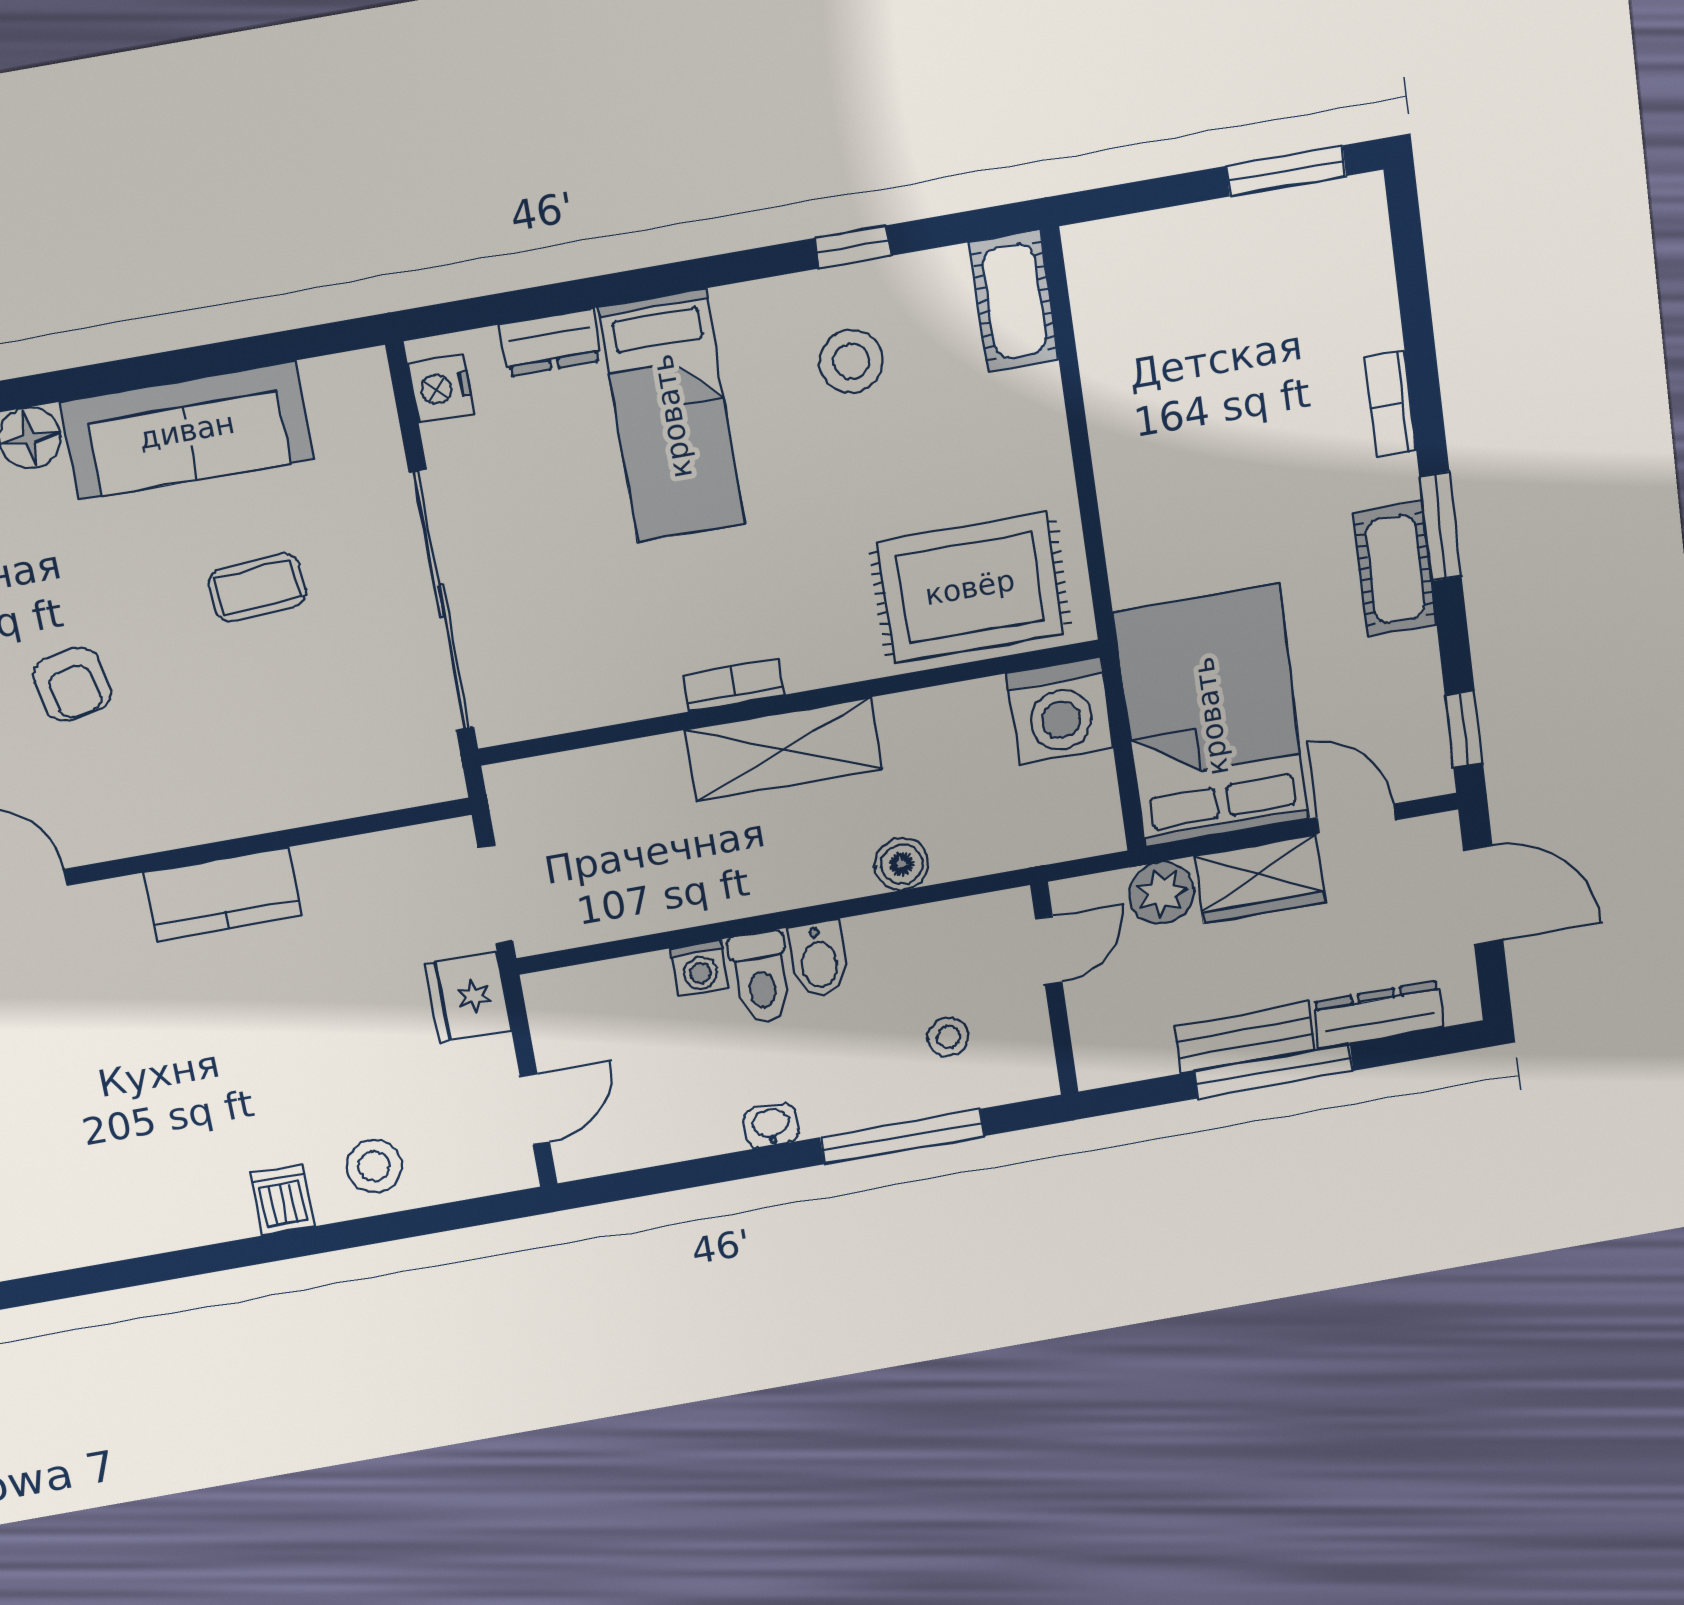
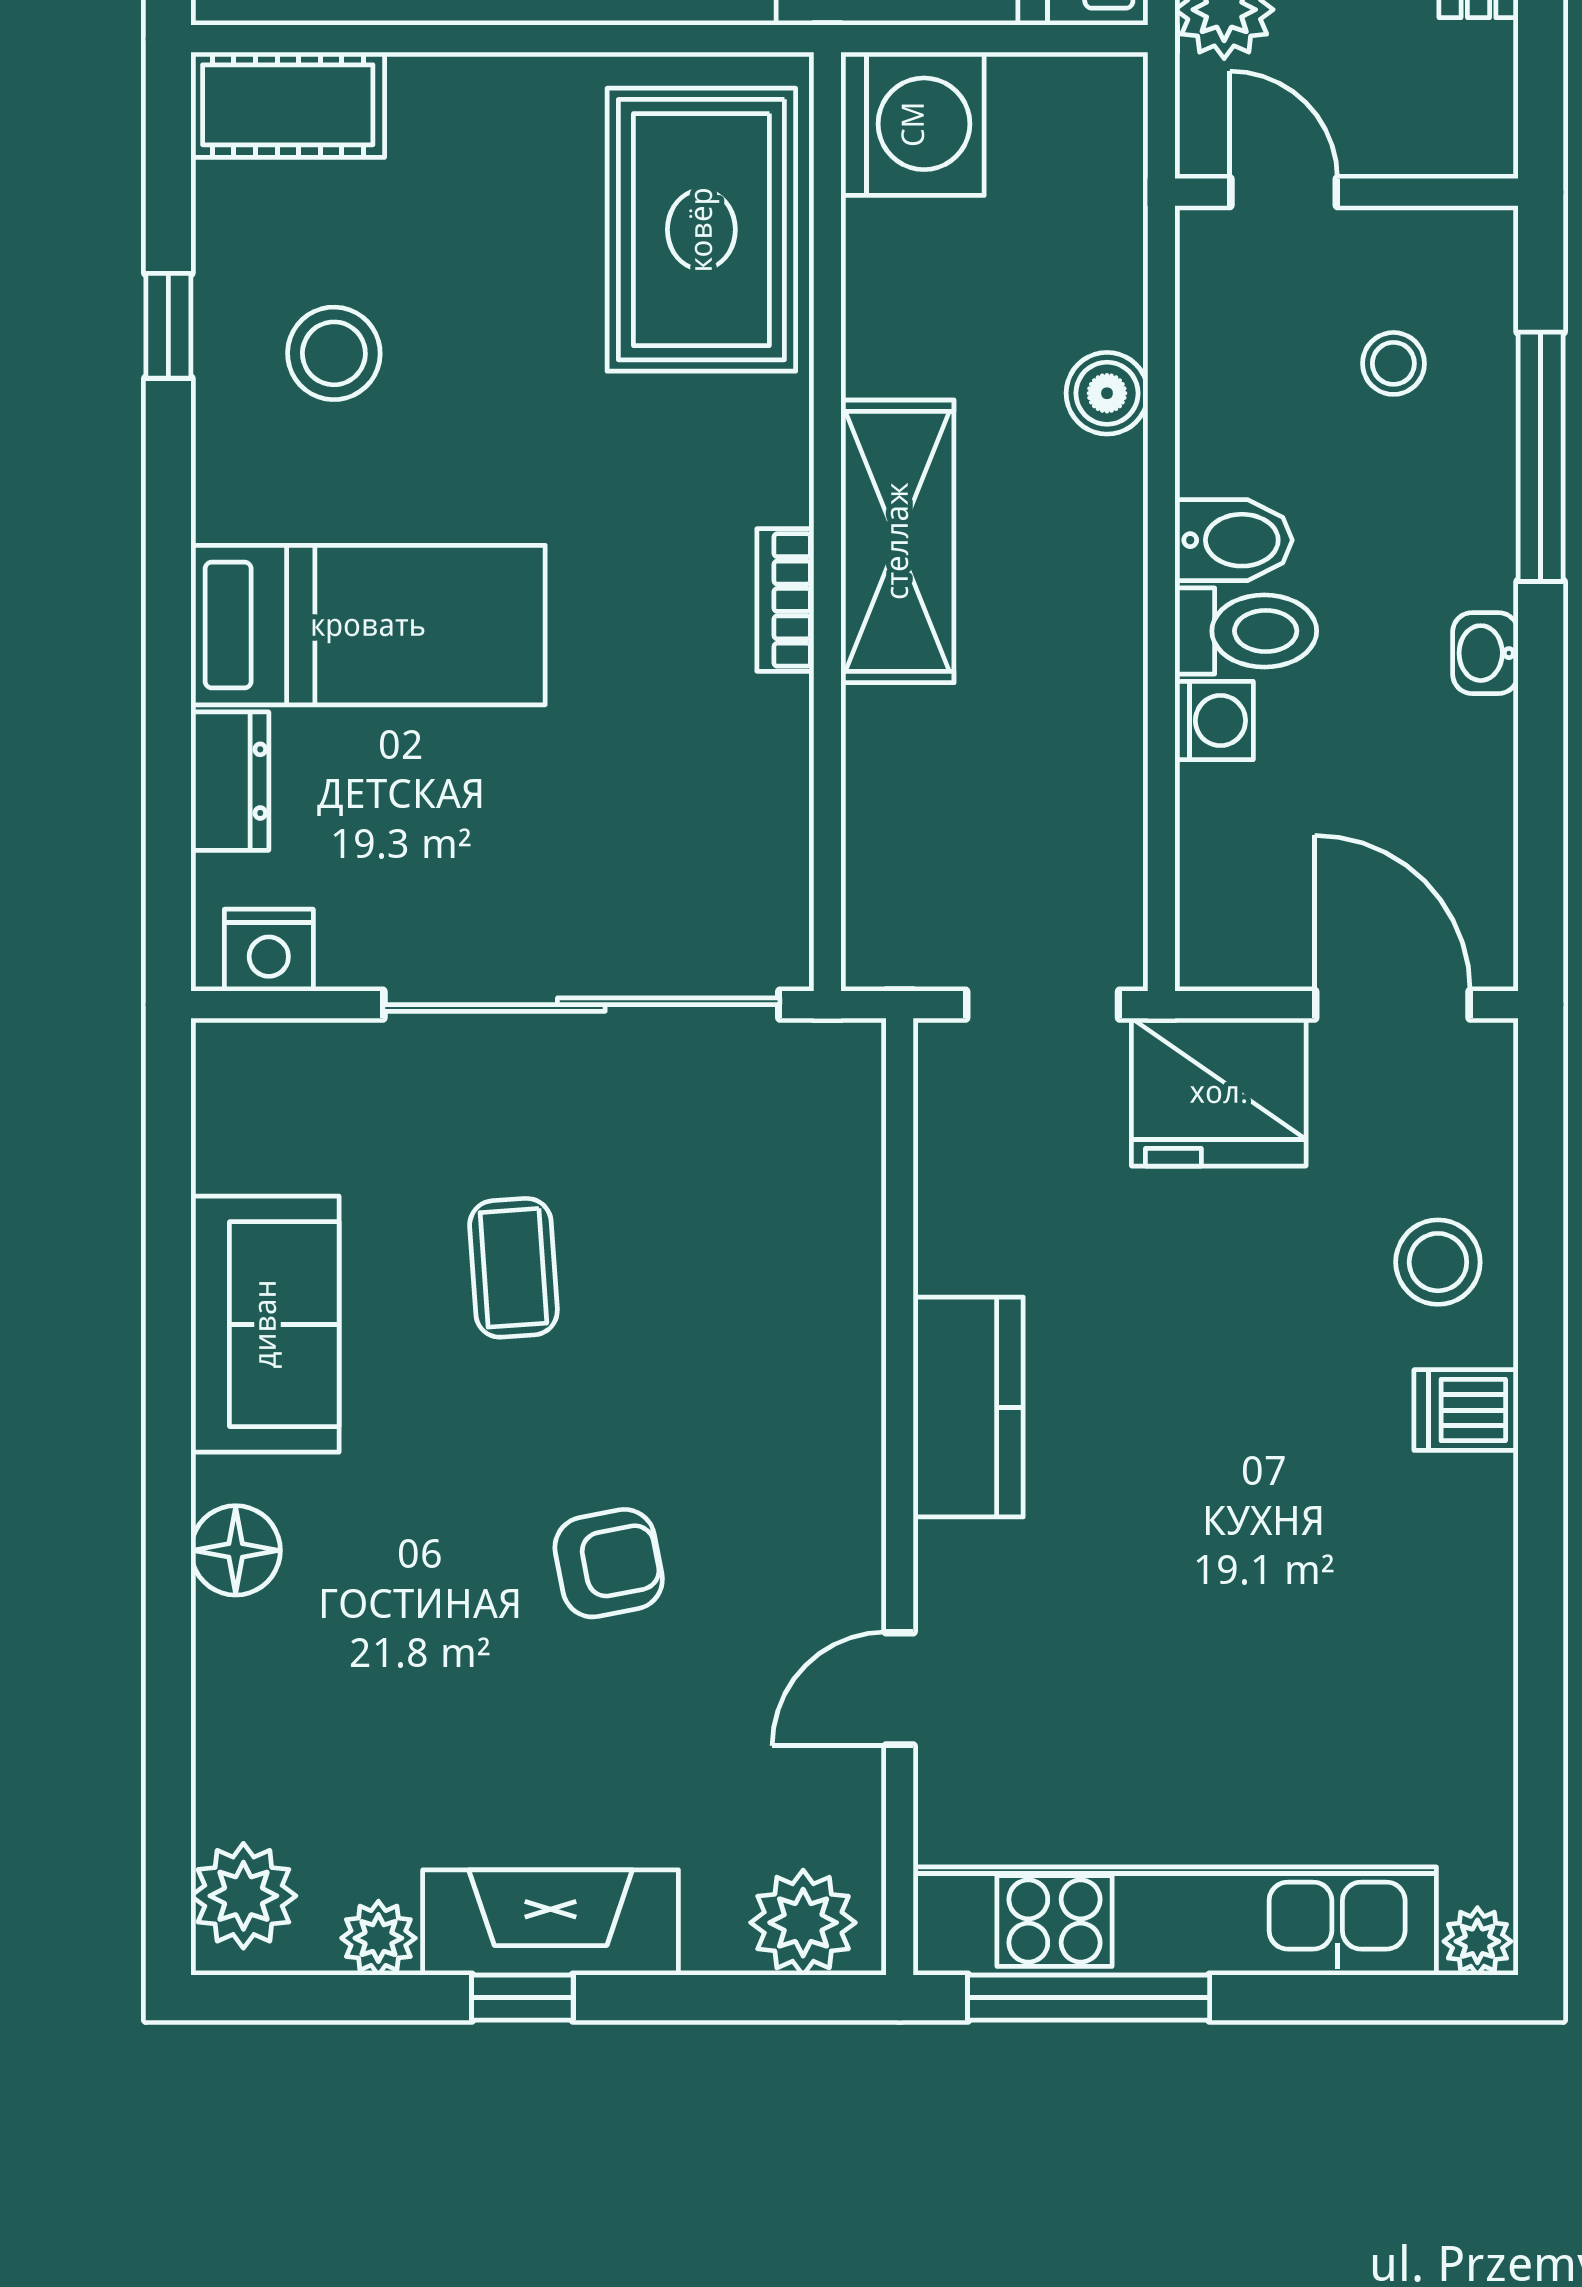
sofa: (187, 431) -> (265, 1324), width x0.73
fridge: (468, 997) -> (1219, 1092), width x1.36, depth x1.34
door: (535, 1109) -> (1392, 1005), width x1.38

